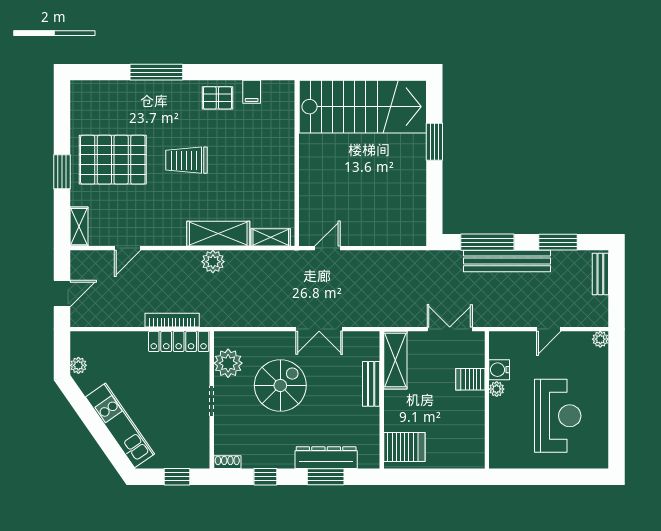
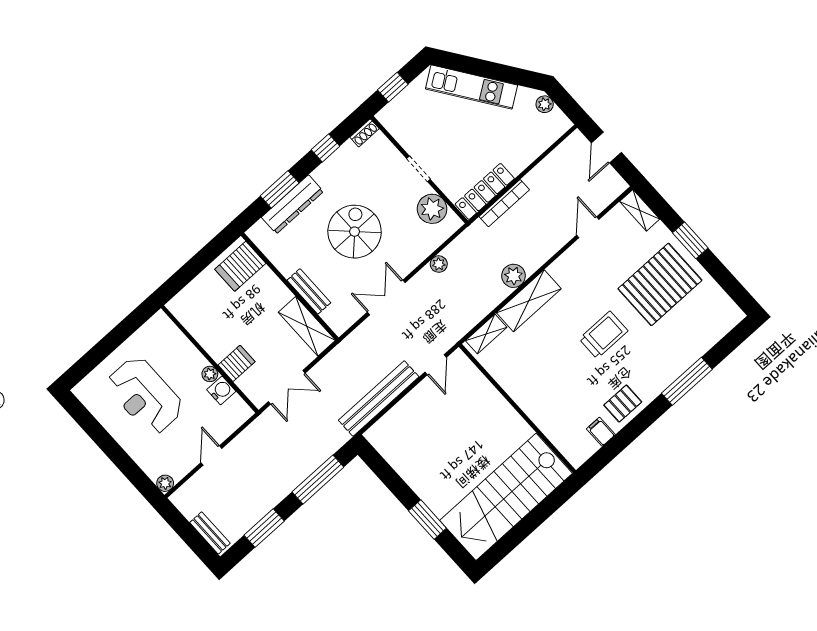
bench: (507, 261) -> (379, 399), moved
plant: (259, 319) -> (439, 264), added
spiral stairs: (280, 385) -> (355, 232), moved, turned 180

